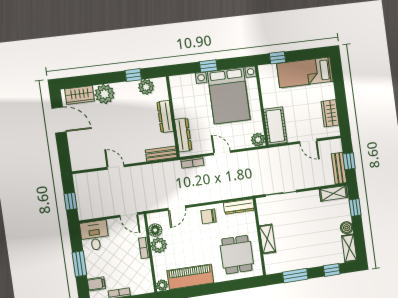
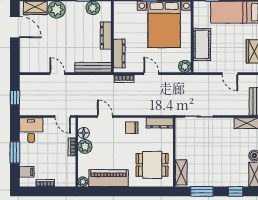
cot: (275, 126) -> (202, 44), moved
bench: (161, 154) -> (93, 67), width x1.36
door: (177, 208) -> (105, 116), swing flipped
shelving: (267, 239) -> (181, 172), moved
dining table: (237, 255) -> (152, 165), turned 90

